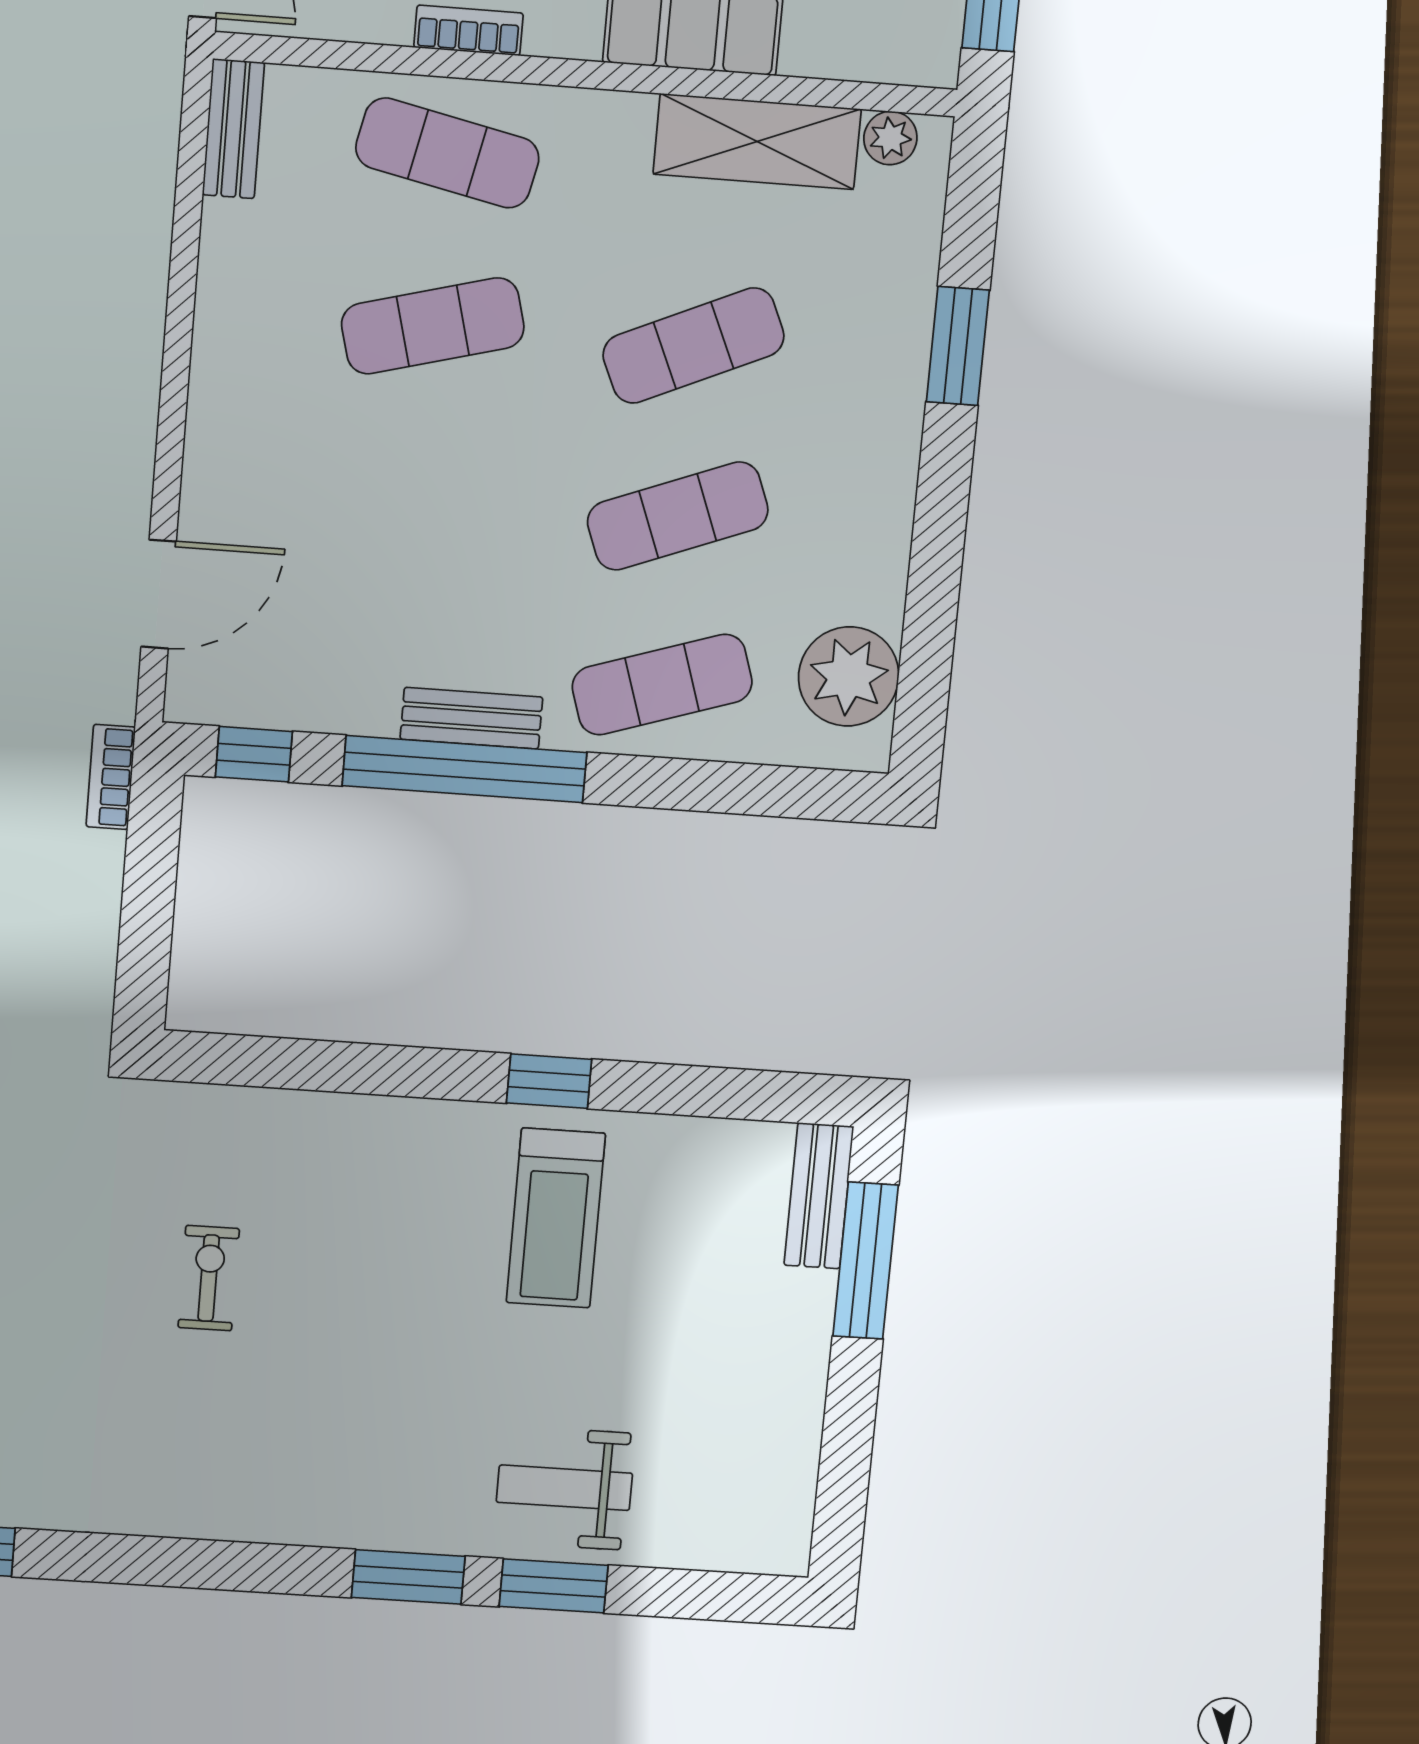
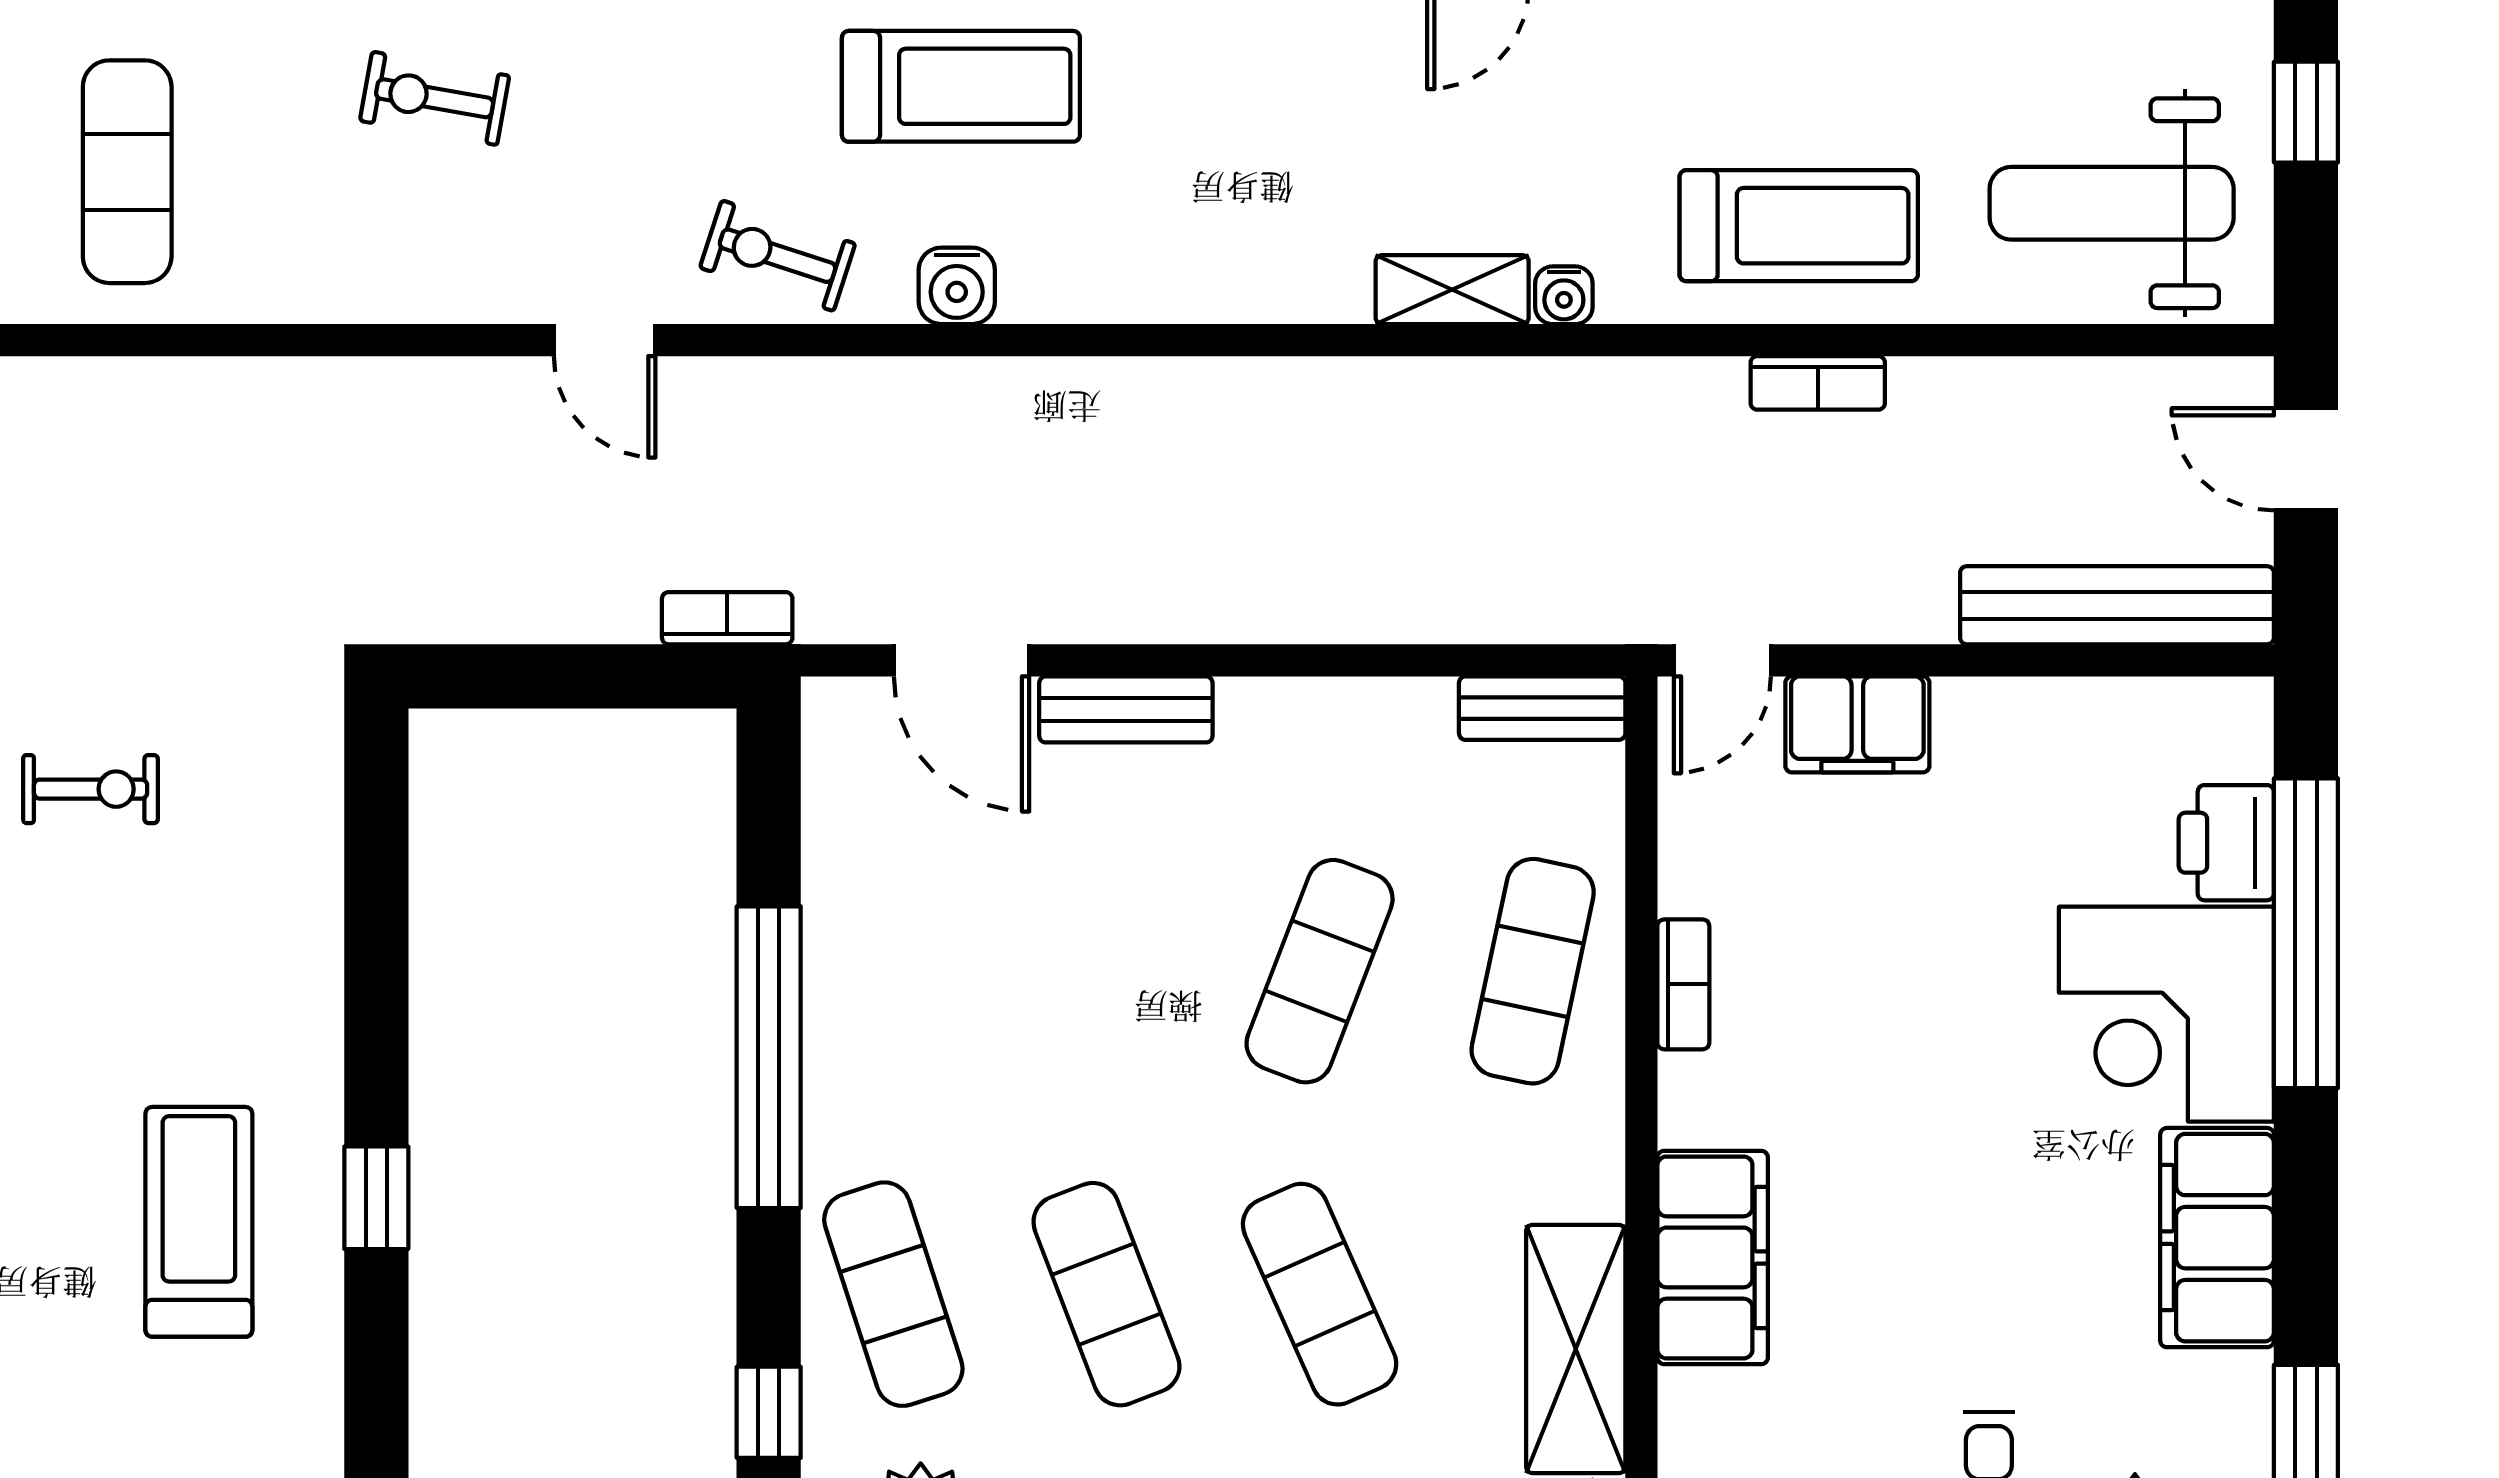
exercise mat: (433, 326) -> (1320, 971), turned 36
bench: (471, 718) -> (1126, 709), moved, turned 90
window: (254, 754) -> (769, 1412), moved
treadmill: (556, 1218) -> (199, 1222), turned 90

